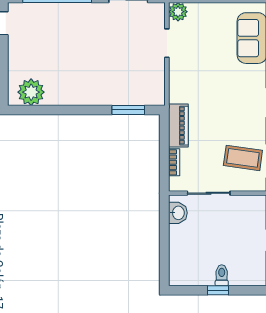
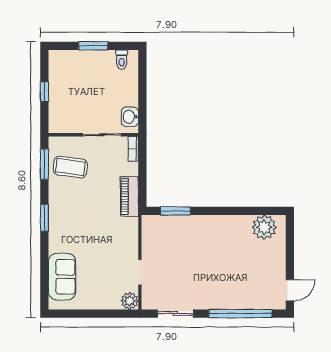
bookcase: (174, 162) -> (133, 149), moved
toilet: (222, 275) -> (122, 60), moved
window: (218, 290) -> (93, 46), width x1.50

